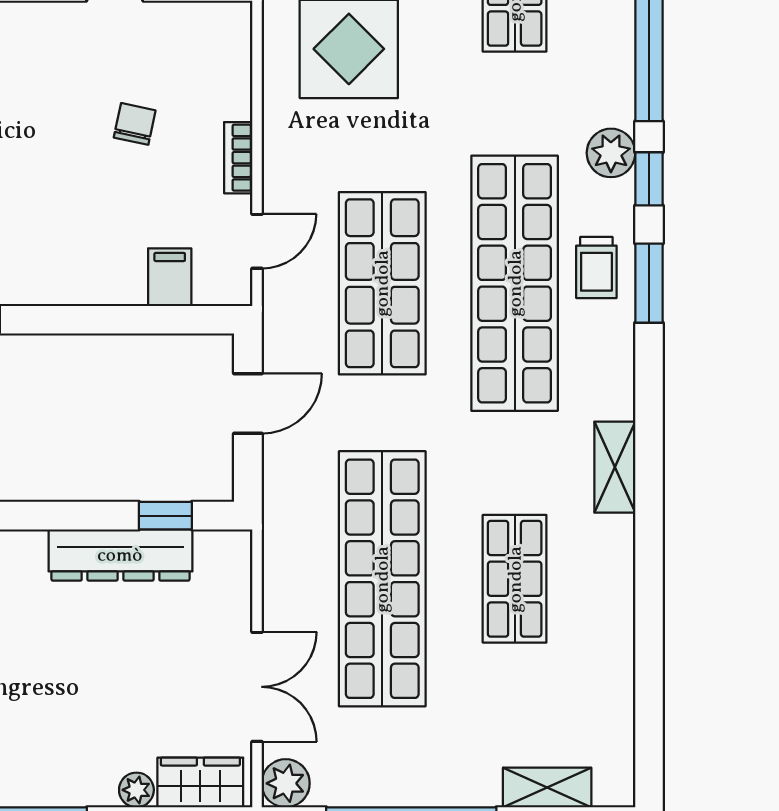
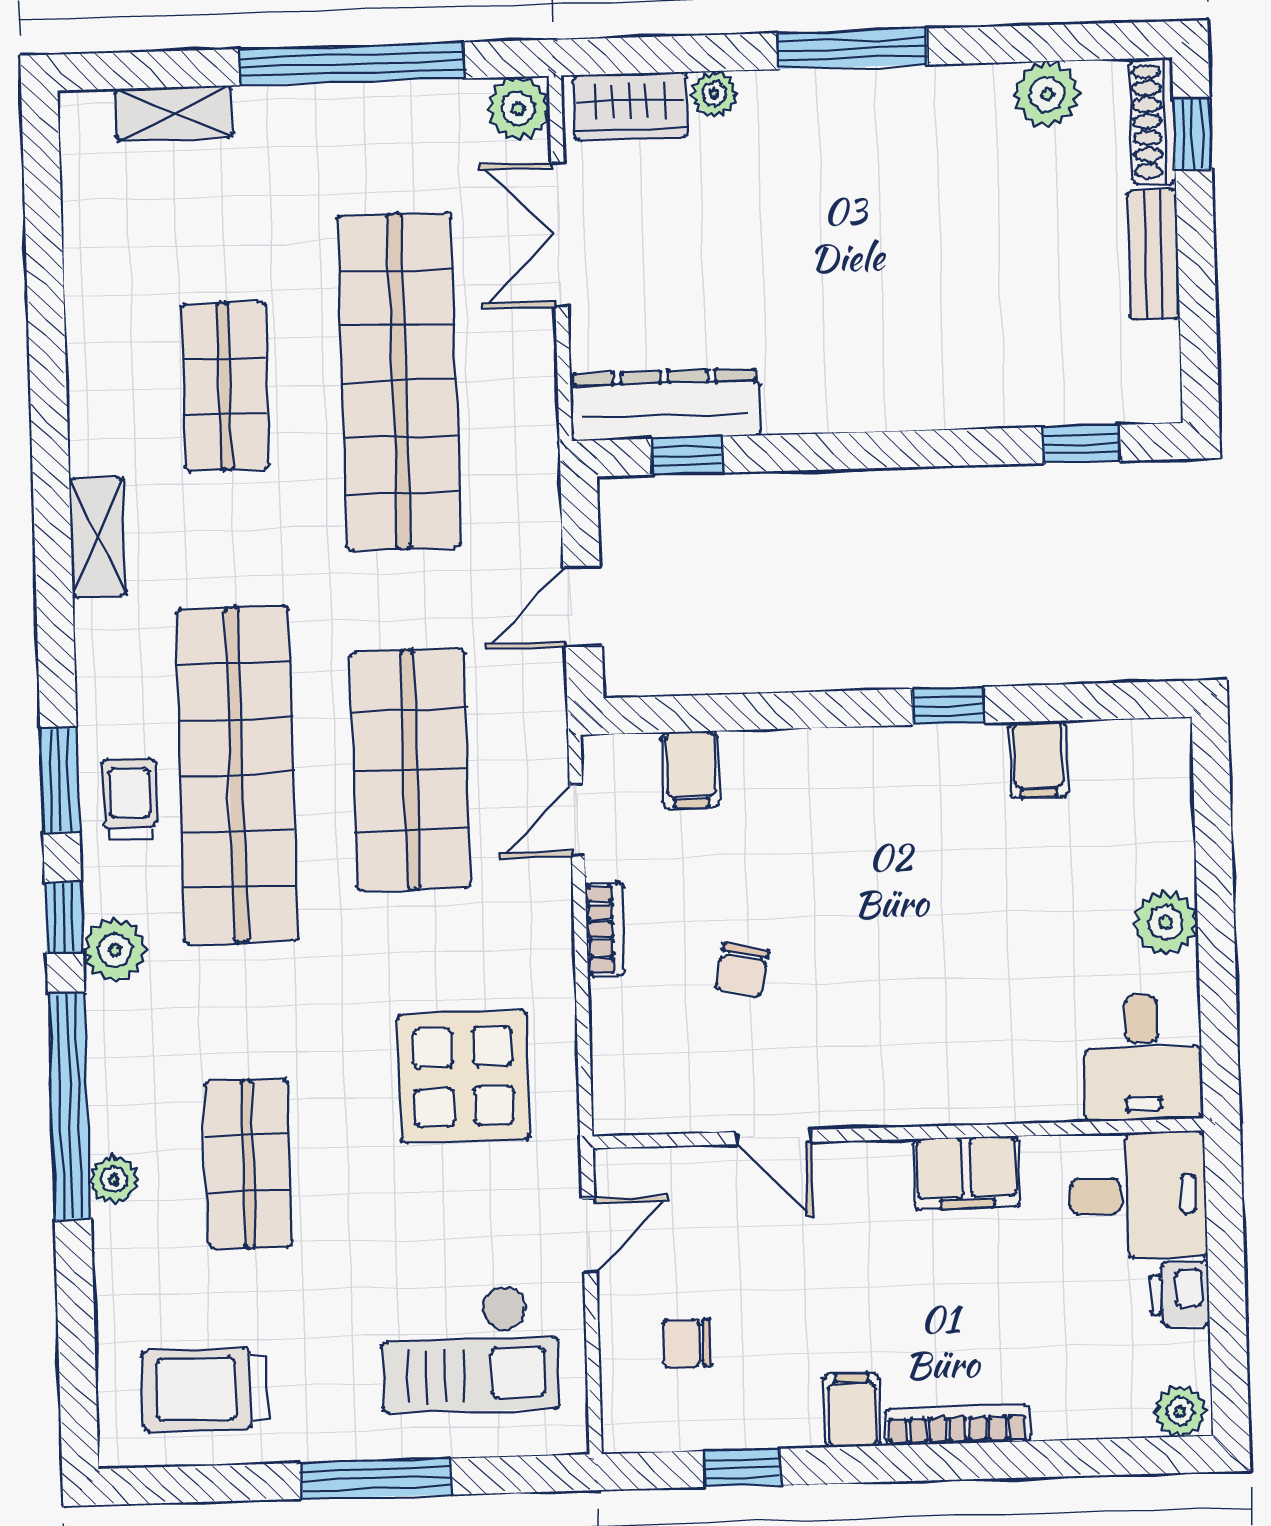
dresser: (120, 555) -> (665, 405), moved

